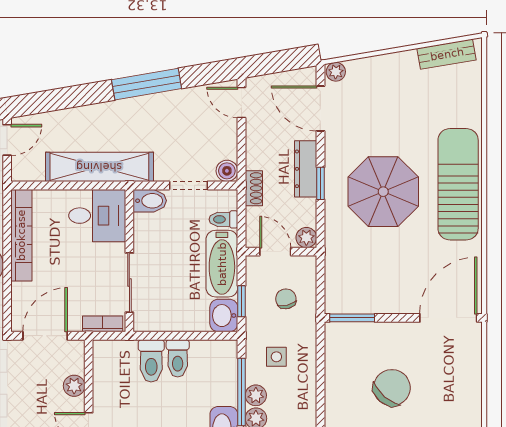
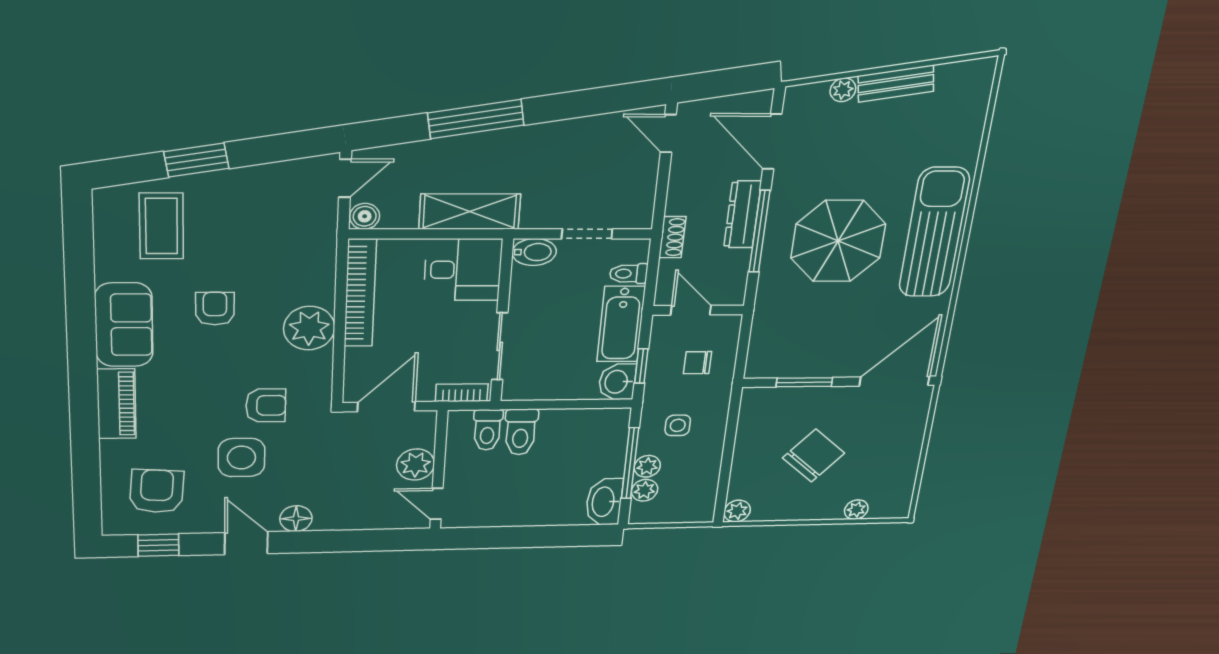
bench: (447, 54) -> (896, 84), moved
plant: (336, 72) -> (843, 90), moved
window: (147, 84) -> (476, 119), moved
shelving: (99, 167) -> (470, 212), width x0.68
boiler: (227, 171) -> (365, 216), moved
window: (320, 183) -> (759, 231), width x2.17
plant: (306, 238) -> (733, 294), removed
chair: (286, 299) -> (698, 363), turned -76
window: (352, 318) -> (804, 382), moved
toilet: (178, 358) -> (487, 430), moved
plant: (74, 386) -> (416, 465), width x1.38, depth x1.38

